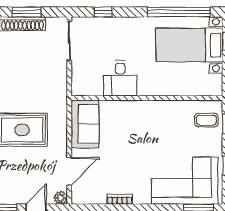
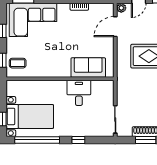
window: (103, 12) -> (78, 140), moved
sofa: (85, 124) -> (88, 68), moved, turned 90

